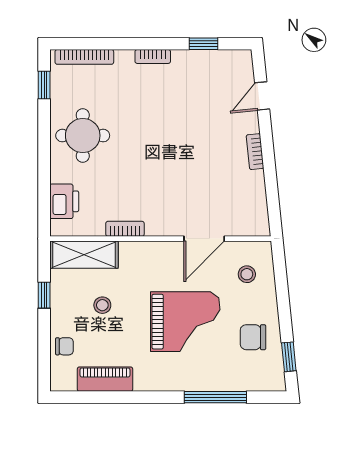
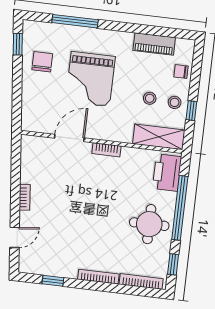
bookcase: (153, 56) -> (98, 277), width x1.56
window: (44, 162) -> (180, 208), added
printer: (64, 201) -> (167, 173), width x1.37, depth x1.19
bookcase: (125, 229) -> (106, 150), moved
stool: (247, 274) -> (175, 102), moved
grand piano: (185, 322) -> (90, 79), turned -90
chair: (253, 337) -> (42, 62), turned -90

